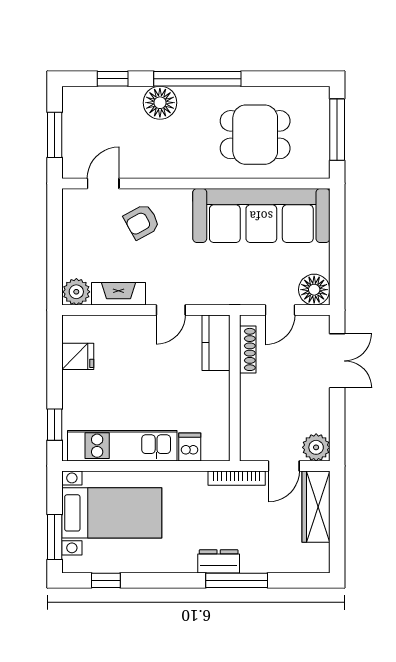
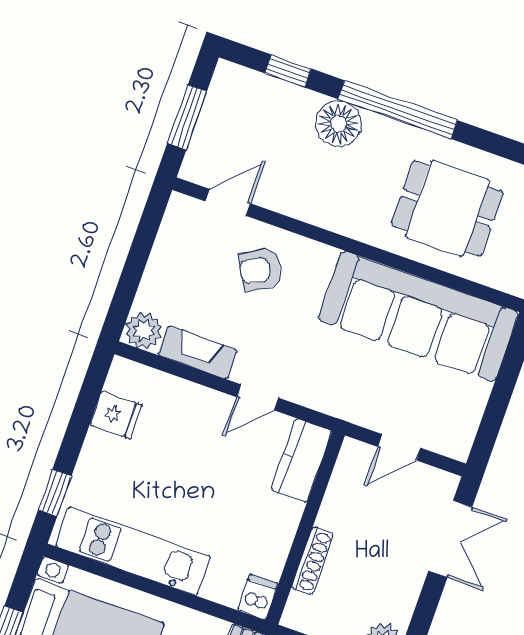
floor lamp: (314, 290) -> (453, 436), removed
shoe rack: (248, 349) -> (312, 561), moved
dishwasher: (190, 447) -> (258, 597), moved

